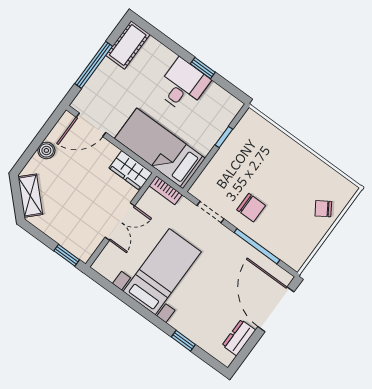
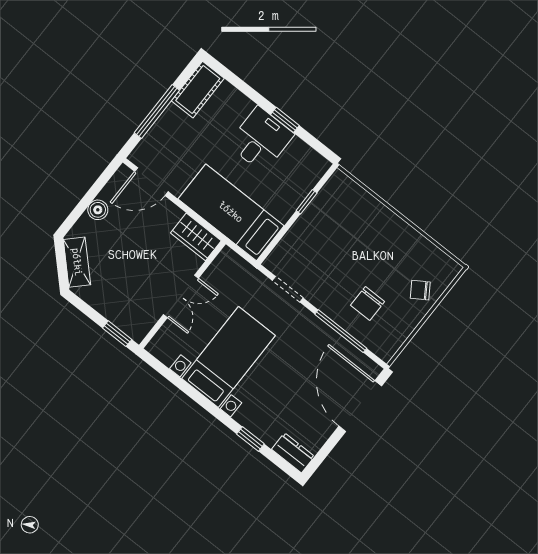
bookcase: (166, 190) -> (236, 262), removed
chair: (251, 208) -> (368, 303), moved, turned 90
dresser: (239, 338) -> (293, 453), moved, turned 90

